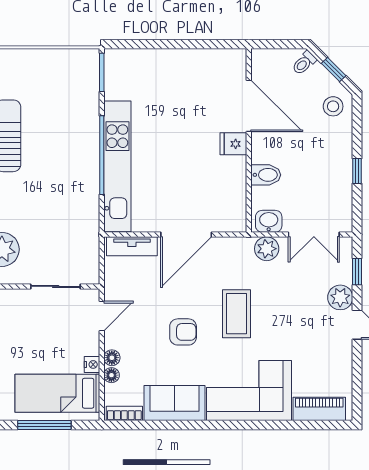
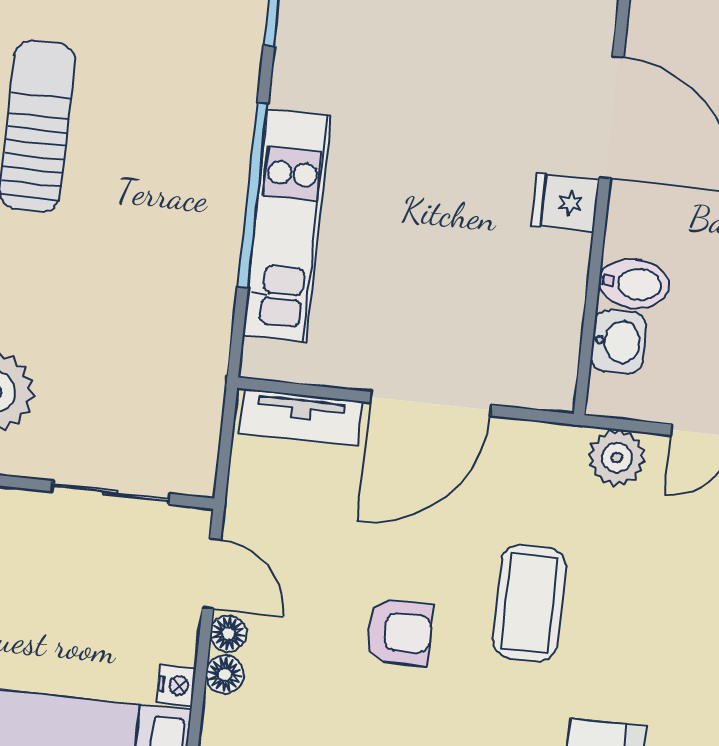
kitchen unit: (117, 166) -> (287, 226), width x0.73
washbasin: (269, 221) -> (619, 342), moved, turned 90
door: (102, 316) -> (212, 574), hinge flipped
floor lamp: (111, 375) -> (228, 634), moved

